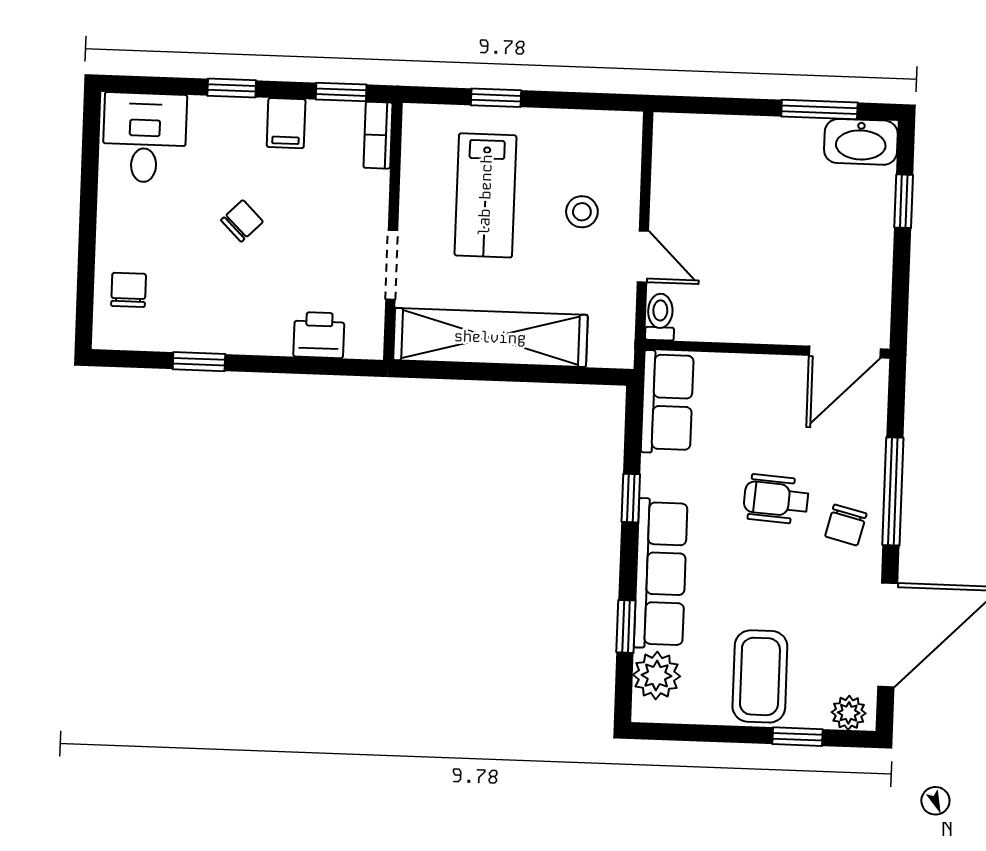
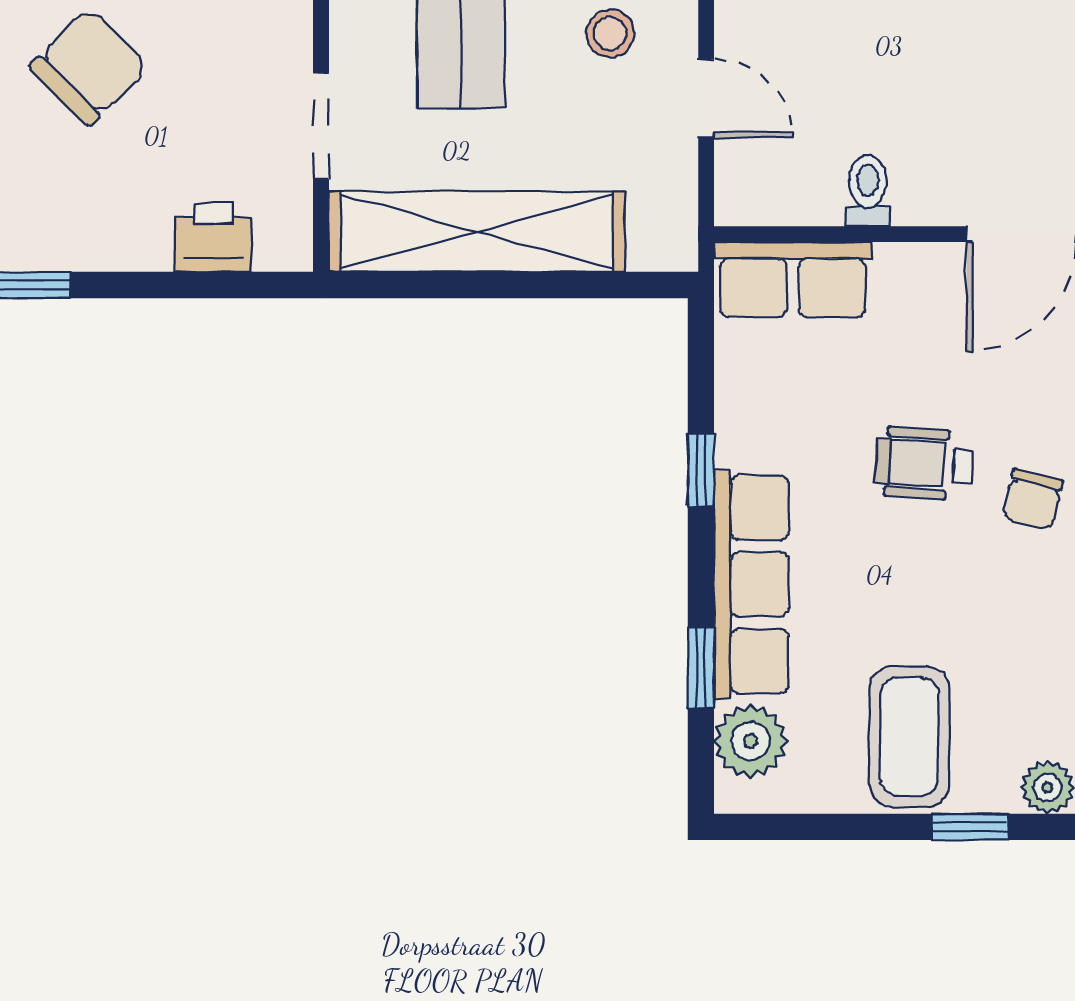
chair: (242, 221) -> (89, 67), width x1.87, depth x1.87
toilet: (660, 317) -> (868, 191), moved
row of seats: (667, 402) -> (793, 280), moved, turned 90

